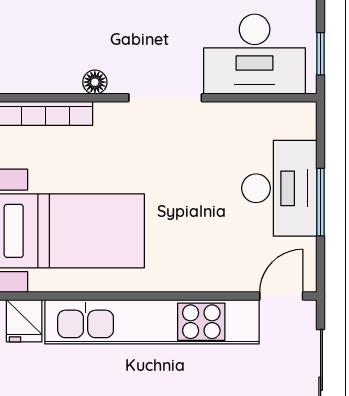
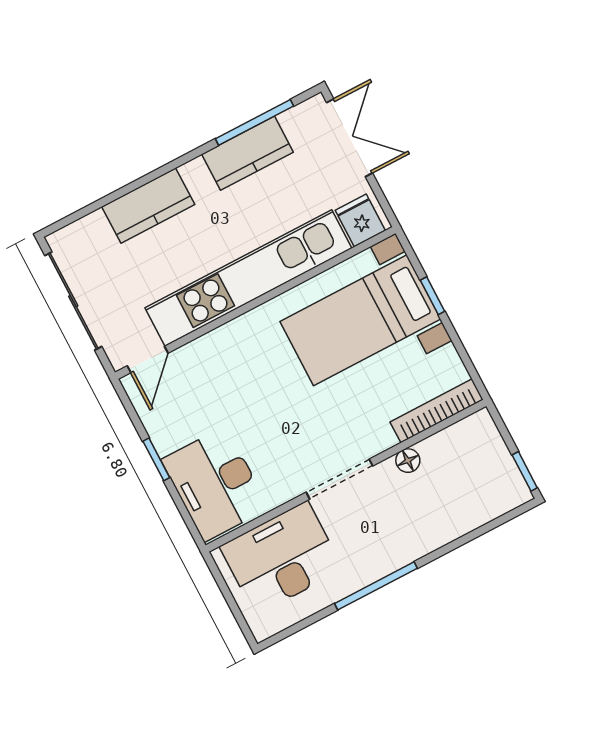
window: (321, 54) -> (224, 589), removed
desk: (279, 188) -> (215, 484), moved
window: (321, 202) -> (156, 459), width x0.67

